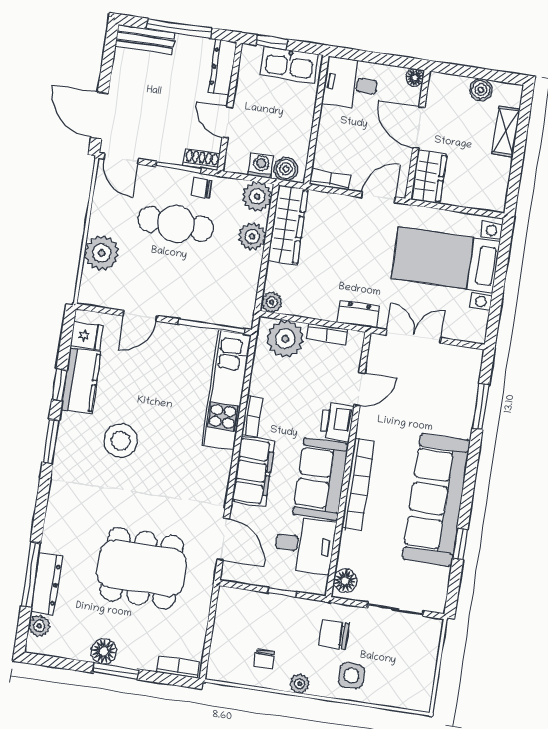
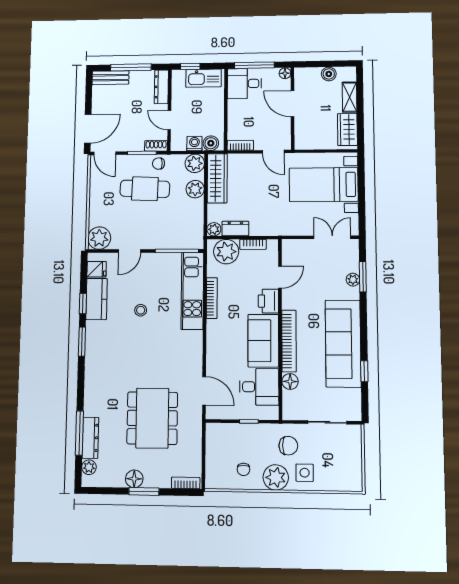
window: (370, 57) -> (254, 65), added
door: (100, 116) -> (88, 129), swing flipped
wardrobe: (429, 177) -> (347, 129), moved, turned 180
door: (378, 197) -> (273, 152), swing flipped
plant: (102, 253) -> (99, 238), moved
dresser: (358, 314) -> (235, 229), moved
double door: (414, 336) -> (332, 237), moved
plant: (466, 409) -> (353, 280), added
bookcase: (252, 416) -> (212, 298), width x1.56
stool: (121, 441) -> (141, 310), moved, width x0.53, depth x0.53
filing cabinet: (253, 472) -> (218, 342), removed
dining table: (142, 568) -> (152, 418), turned 90
floor lamp: (345, 581) -> (290, 381), moved
chair: (334, 635) -> (288, 446), turned 180
plant: (300, 684) -> (276, 477), width x1.88, depth x1.88

